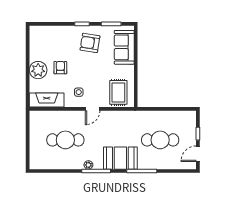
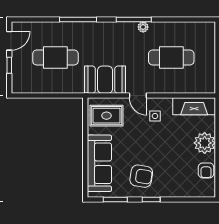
sofa: (124, 47) -> (99, 163), width x1.36
armchair: (60, 68) -> (206, 170), moved
rug: (118, 92) -> (106, 116), turned 90
door: (93, 109) -> (138, 95), swing flipped
booth: (120, 158) -> (105, 80), moved

